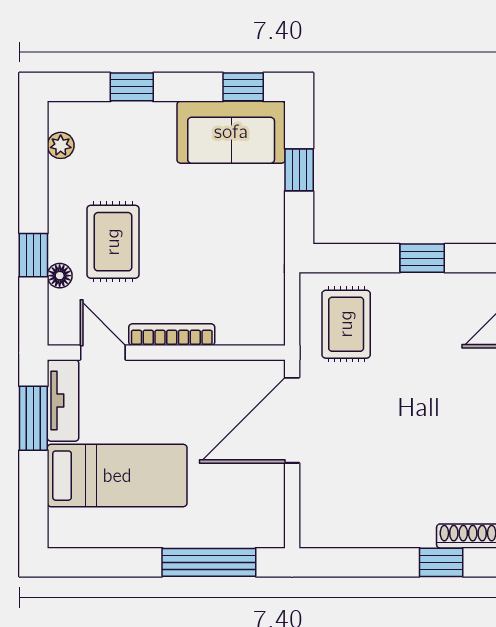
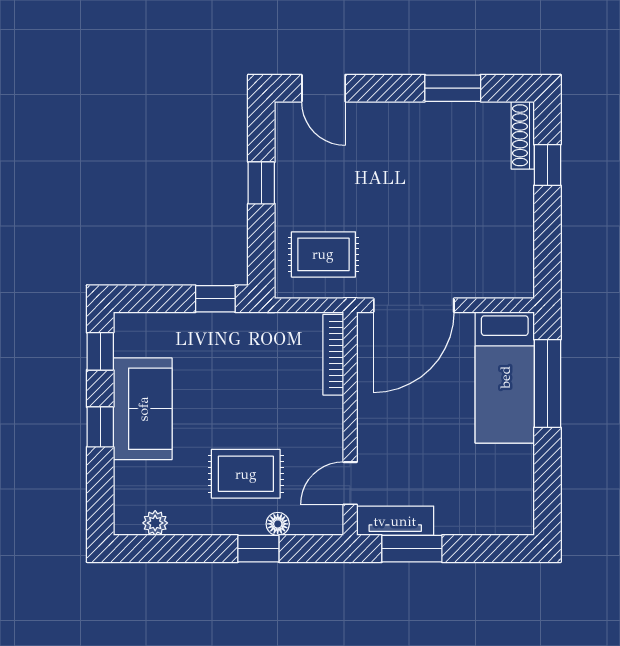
window: (132, 87) -> (100, 427), moved
sofa: (231, 132) -> (143, 409), moved
window: (299, 170) -> (215, 299), moved
bookcase: (172, 335) -> (333, 355), moved
door: (292, 420) -> (414, 305), hinge flipped
bed: (117, 476) -> (505, 377), moved, turned 180

